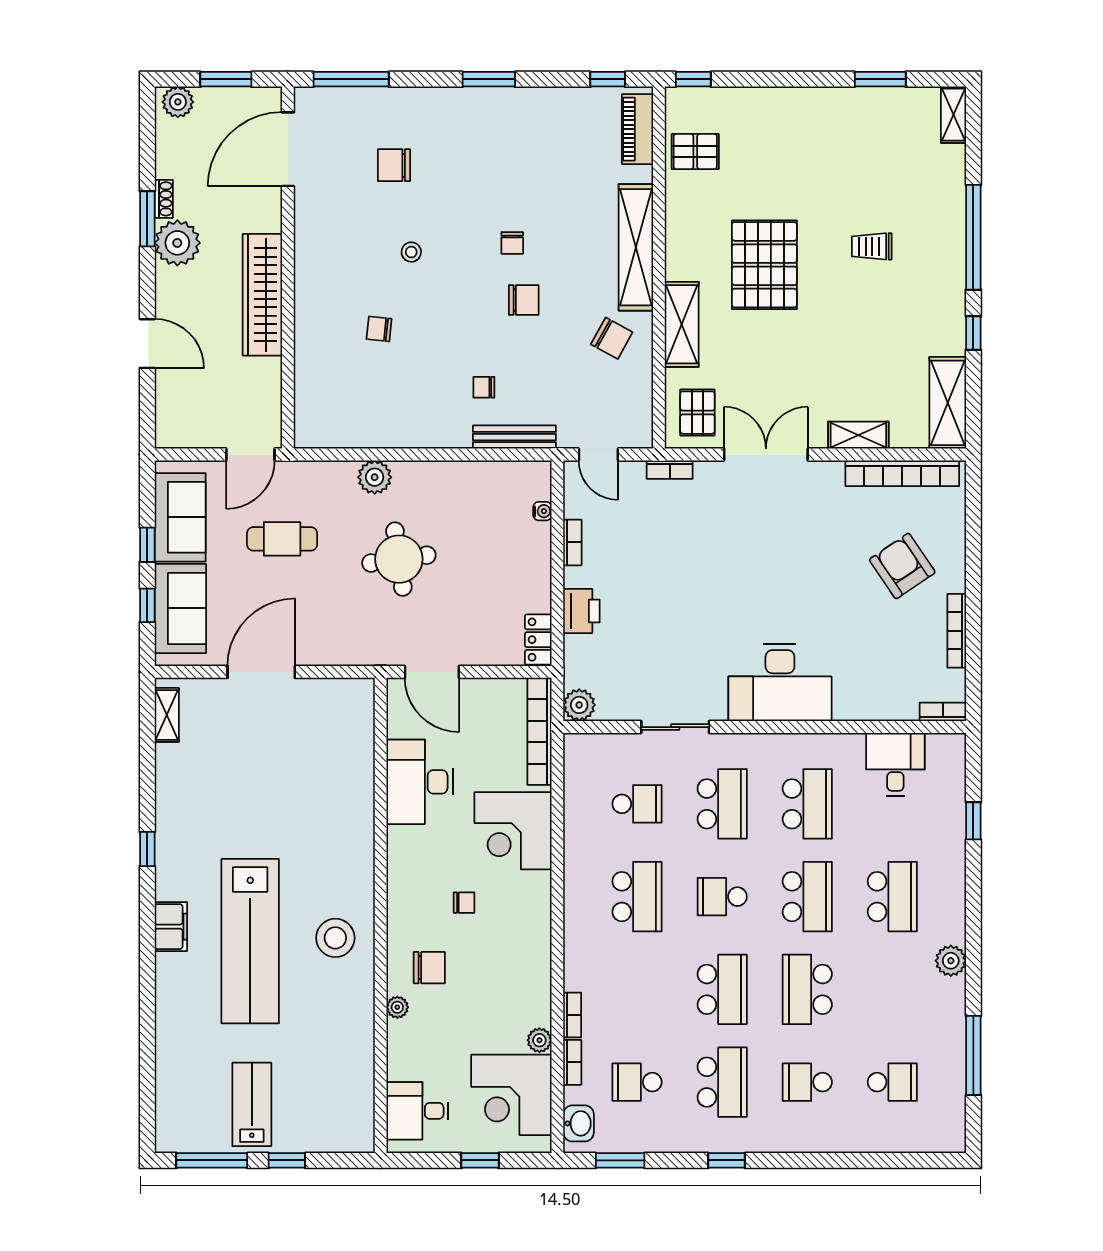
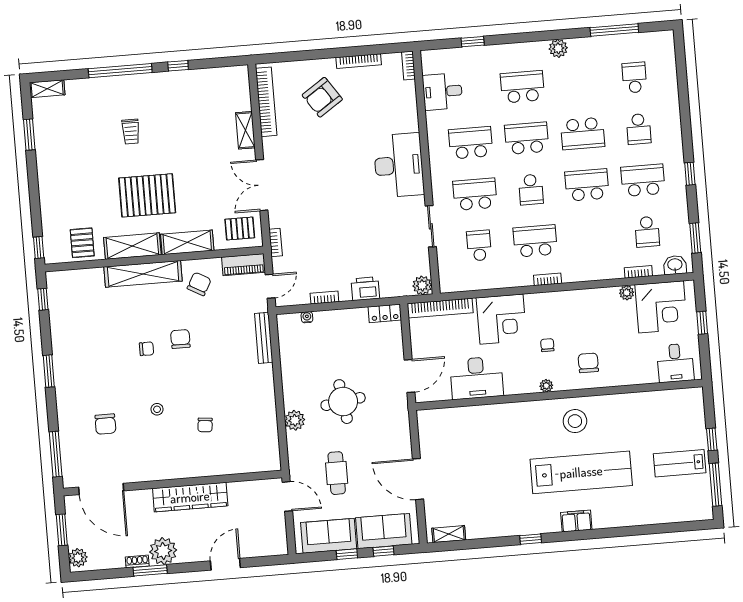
piano: (637, 129) -> (244, 265), moved
chair: (484, 387) -> (235, 359), removed
shelving: (948, 403) -> (132, 246), moved
plant: (397, 1007) -> (546, 386), moved
bookcase: (572, 1015) -> (548, 279), moved

